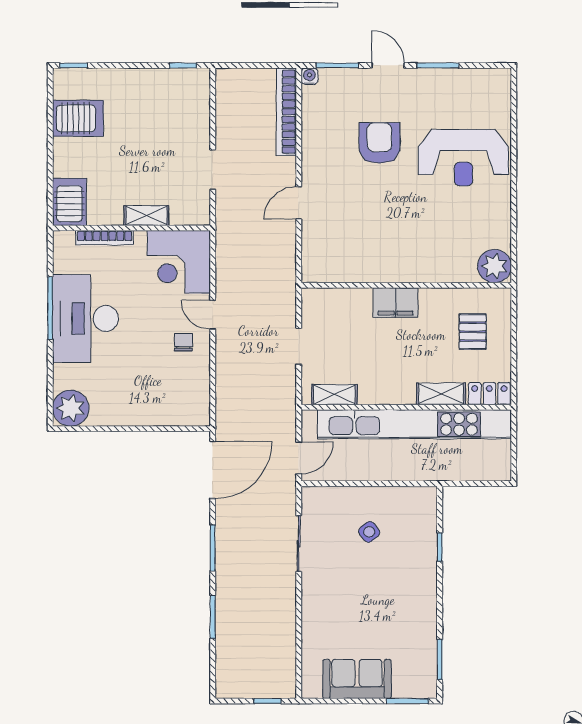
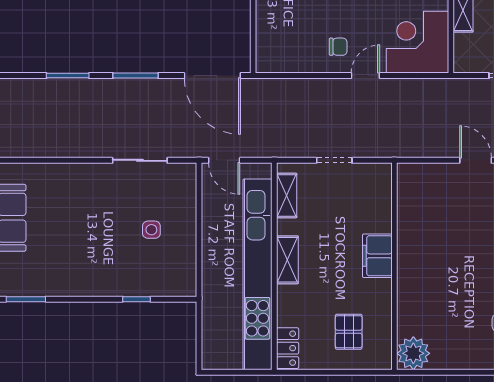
pallet: (473, 332) -> (349, 332), turned 90
shelving: (441, 394) -> (287, 260), moved
side table: (369, 532) -> (151, 230), turned 38

